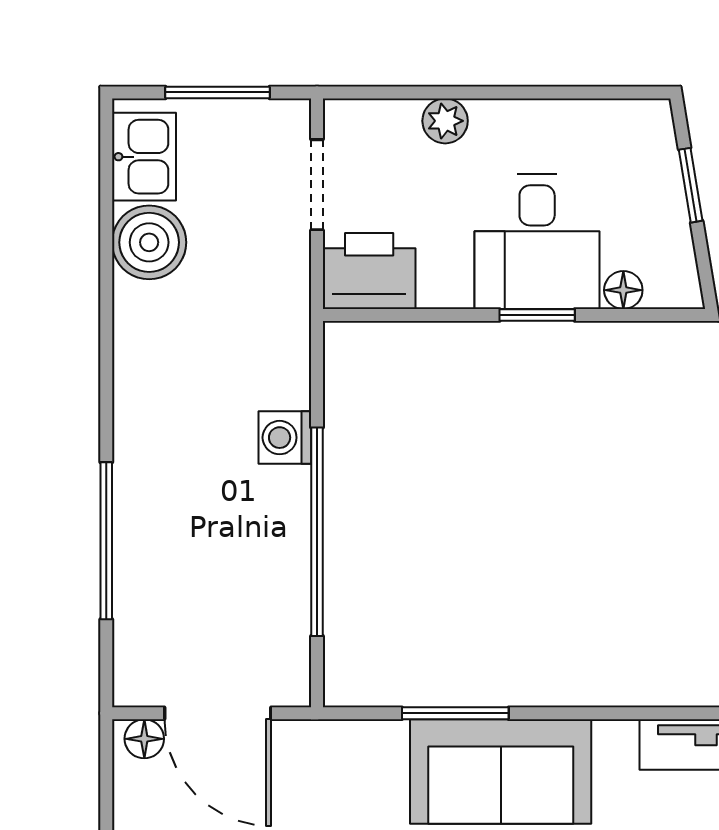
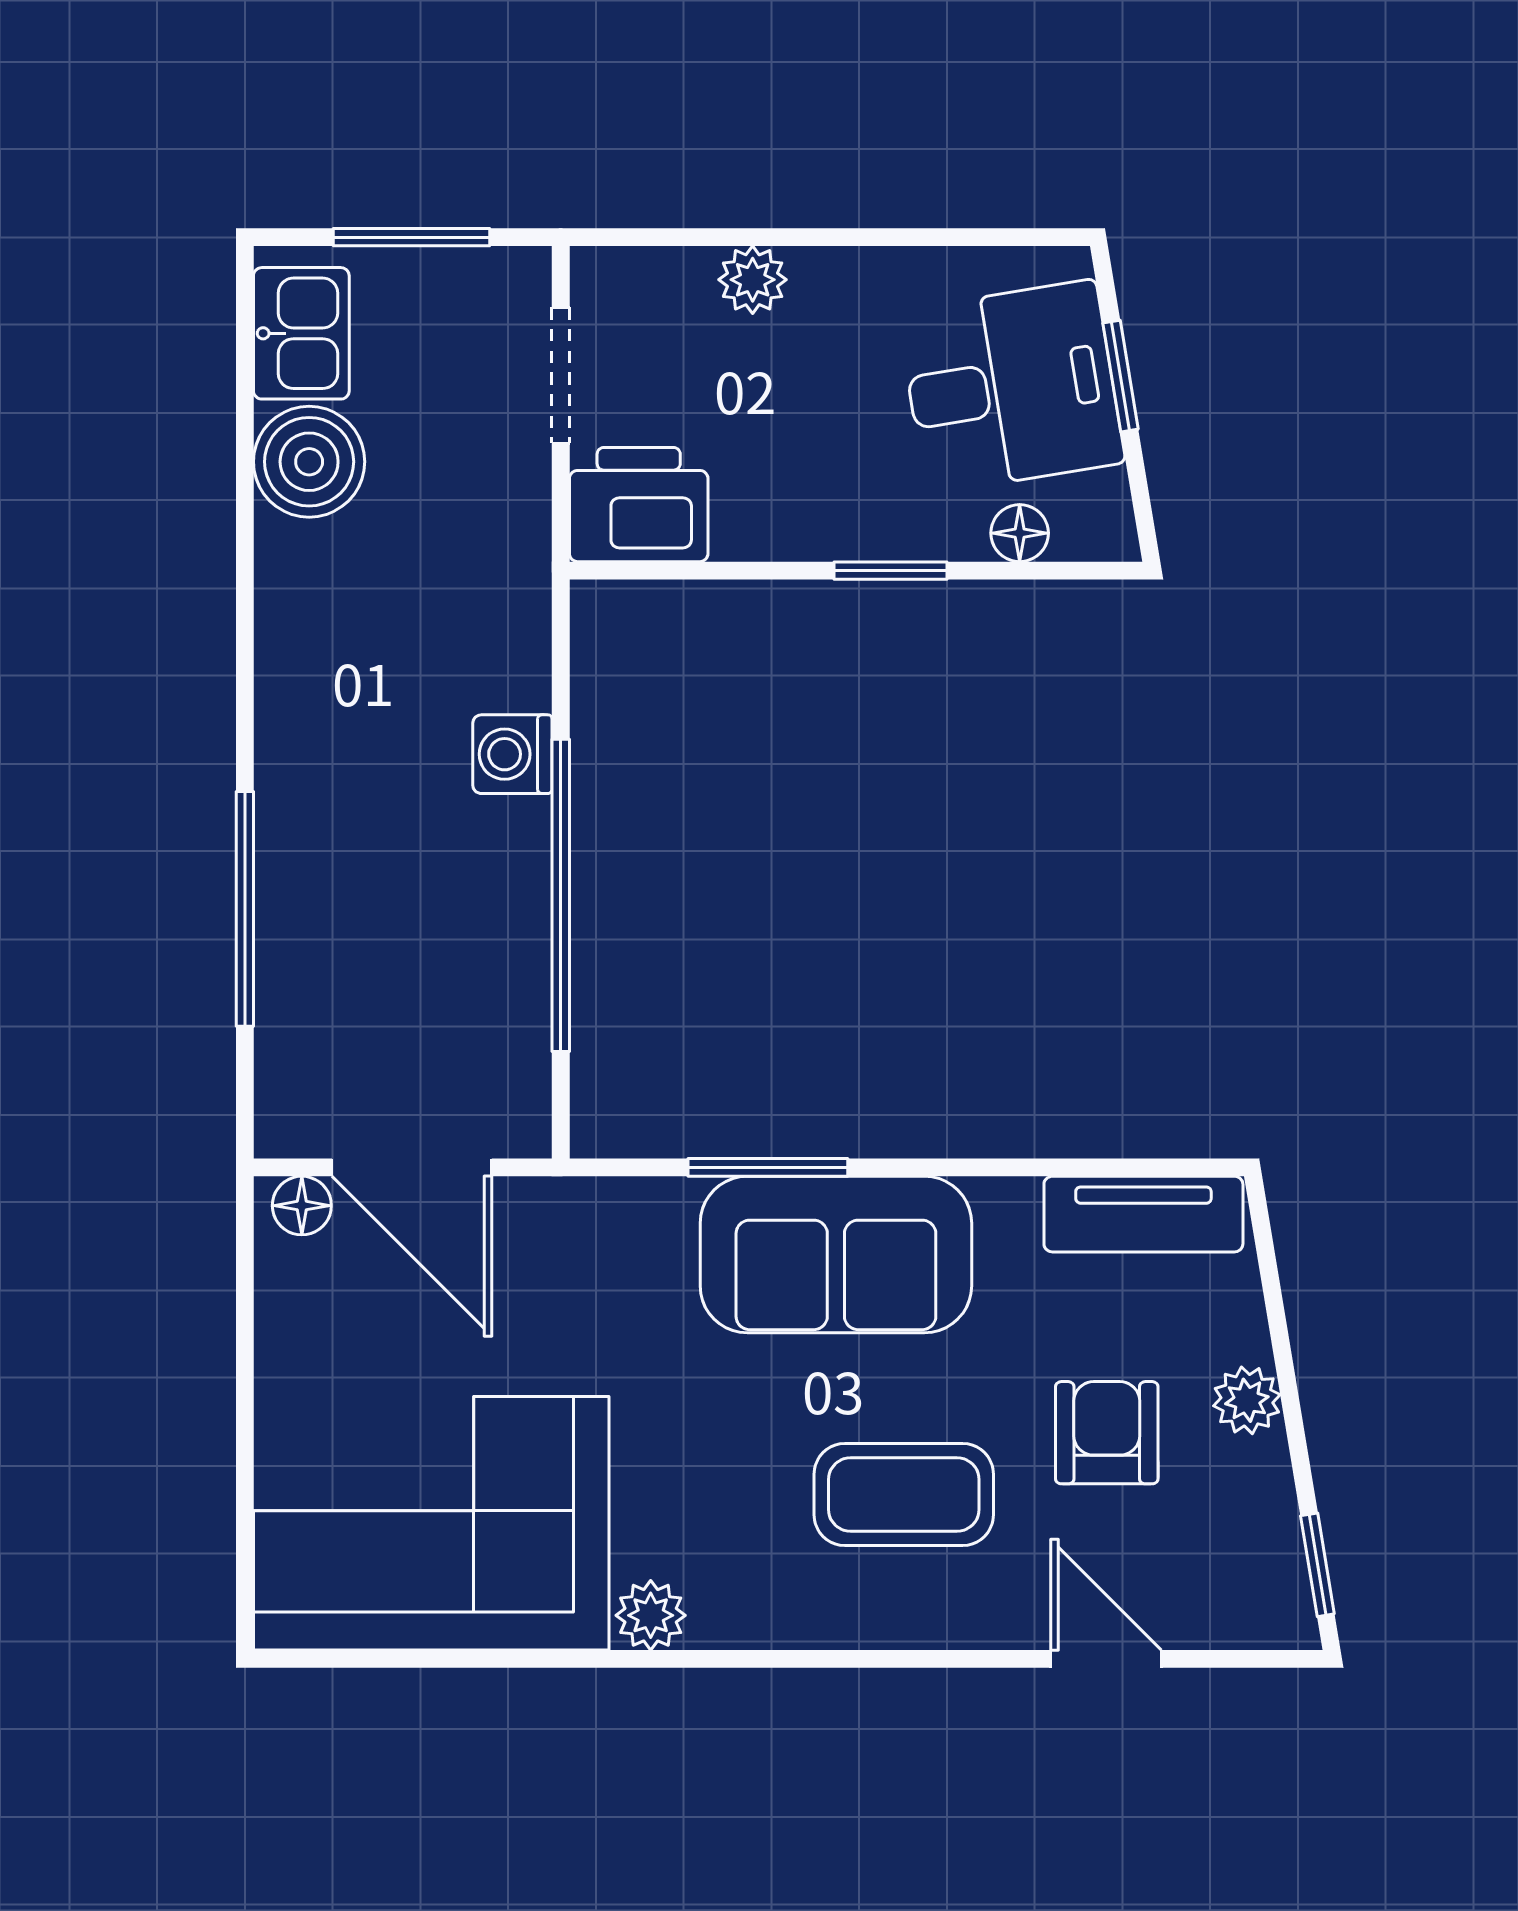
desk: (537, 242) -> (1011, 387), moved, turned -99

